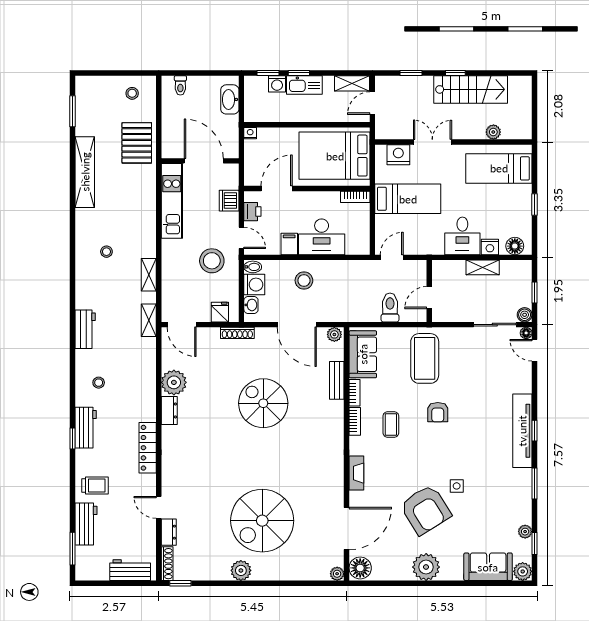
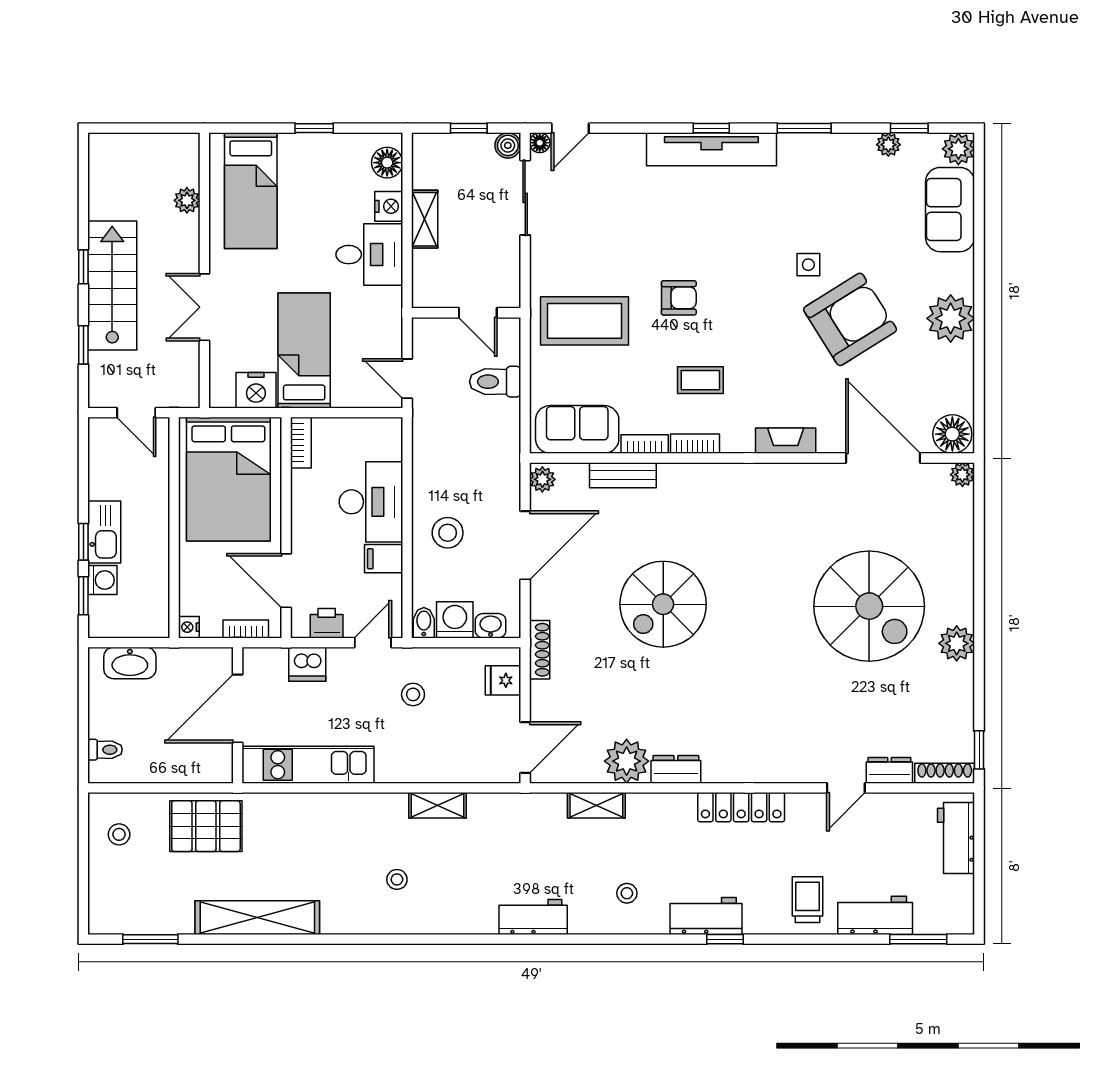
shelving: (352, 83) -> (102, 448), removed
stairs: (471, 89) -> (112, 286), moved
nightstand: (398, 155) -> (256, 390), moved, turned -90
bookcase: (249, 166) -> (246, 629), added
stool: (212, 261) -> (413, 694), width x0.53, depth x0.53
shelving: (149, 320) -> (596, 805), moved

